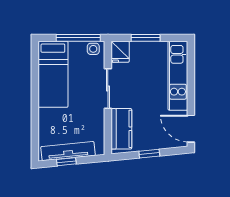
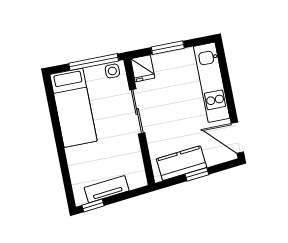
kitchen counter: (121, 129) -> (181, 163), moved, turned -96
tv unit: (68, 151) -> (107, 189), width x0.71
window: (66, 162) -> (93, 205), moved

